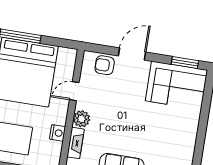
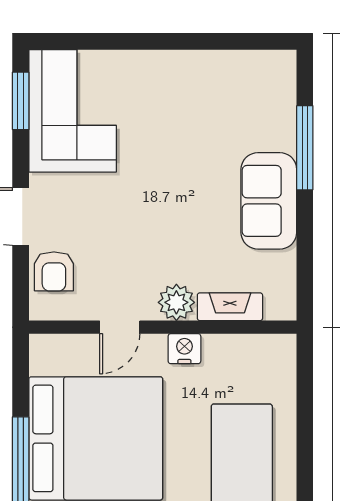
door: (74, 91) -> (120, 327), hinge flipped
nightstand: (58, 133) -> (184, 349), moved

